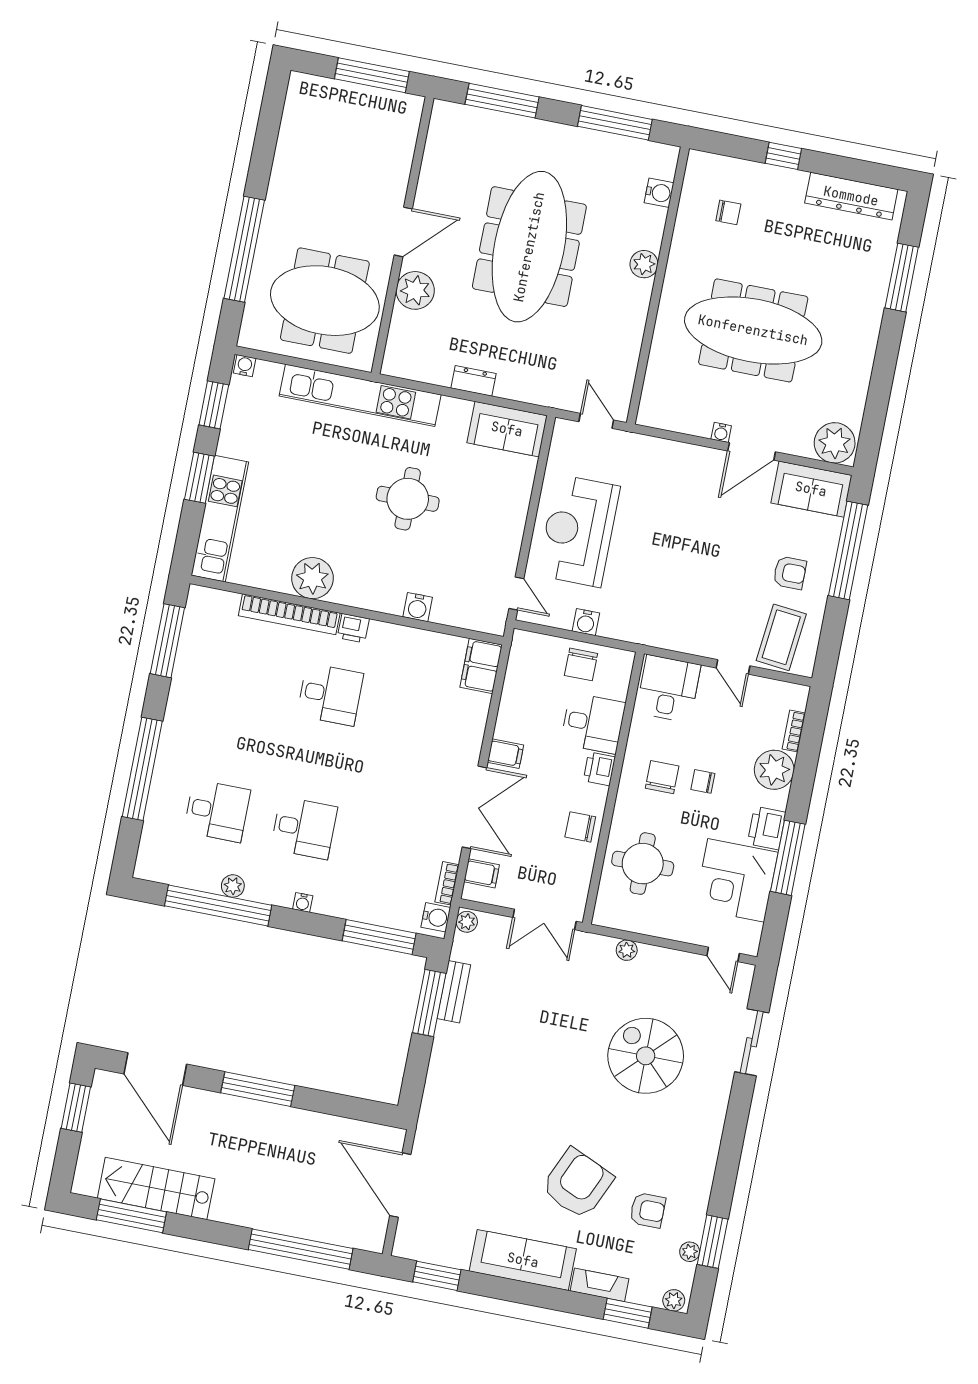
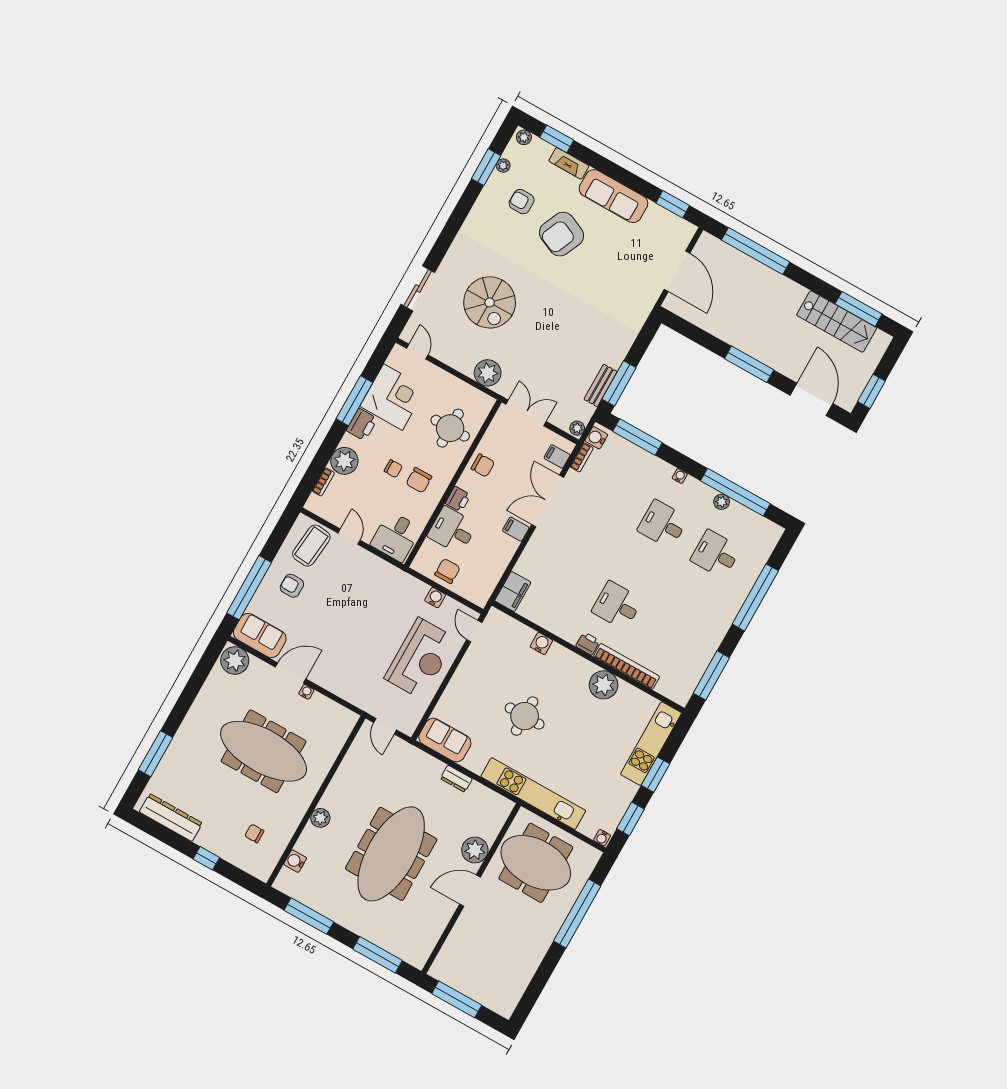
plant: (627, 950) -> (488, 373), width x1.88, depth x1.88

